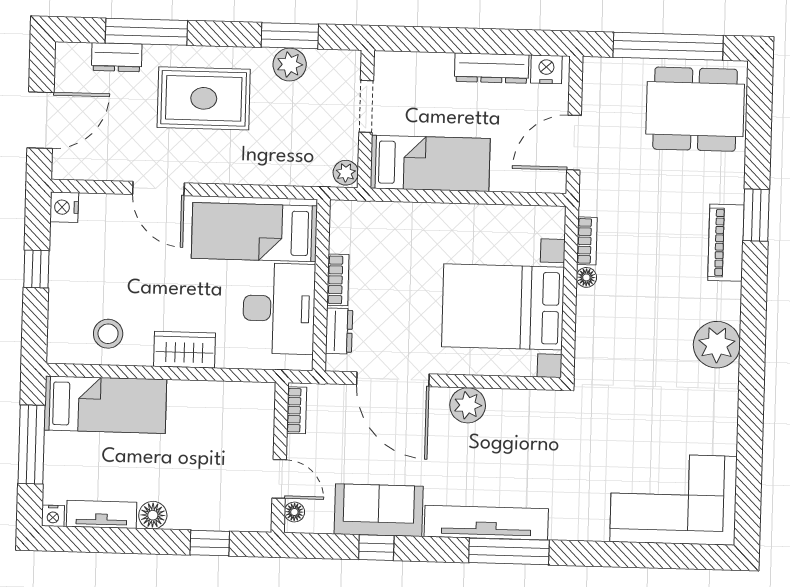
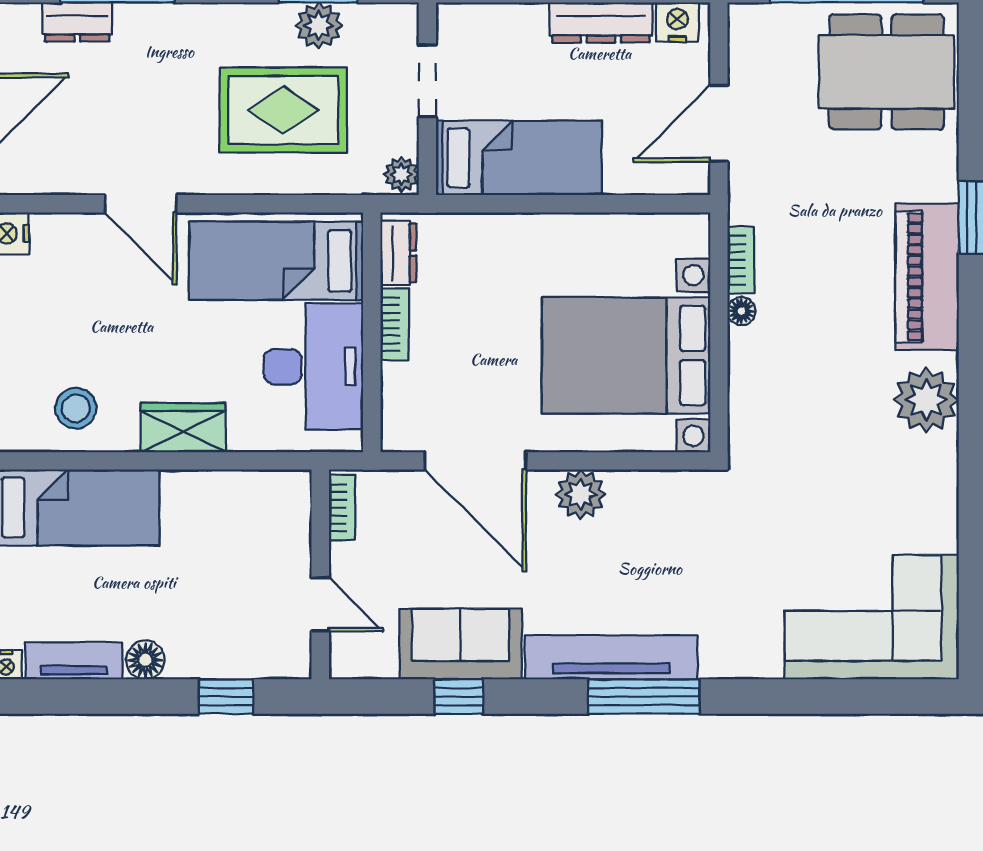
rug: (204, 98) -> (283, 110), moved
piano: (726, 243) -> (927, 277), width x1.37, depth x1.33
dresser: (339, 331) -> (398, 253), moved
floor lamp: (294, 512) -> (343, 650), removed

